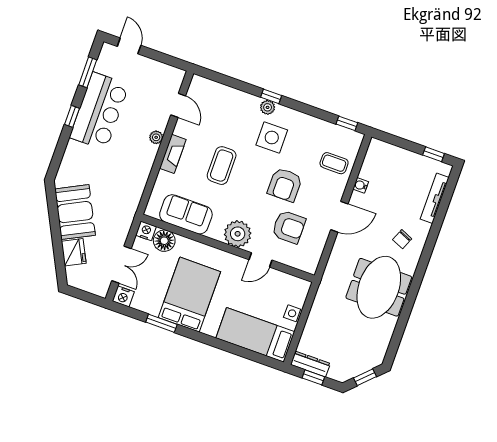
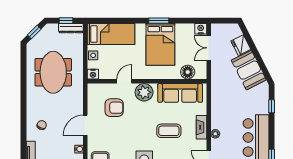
window: (72, 116) -> (272, 106), moved
coffee table: (222, 166) -> (169, 131), turned 90
armchair: (285, 185) -> (126, 133), removed
sofa: (186, 214) -> (180, 93), width x1.36
armchair: (289, 227) -> (114, 108), turned 180
nightstand: (146, 231) -> (93, 74), moved
meeting table: (379, 287) -> (53, 72), moved
window: (161, 323) -> (159, 21), moved

